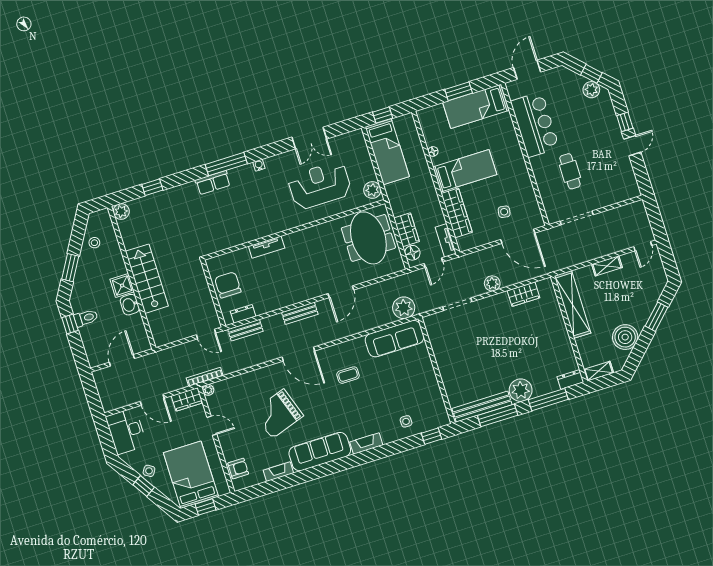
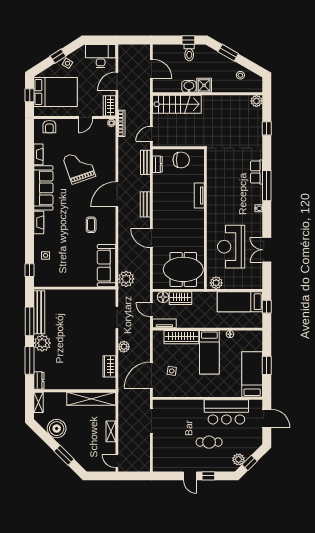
cafe table: (570, 171) -> (209, 442), moved
reception desk: (320, 185) -> (231, 247), turned 180
stairs: (147, 279) -> (177, 104), moved

